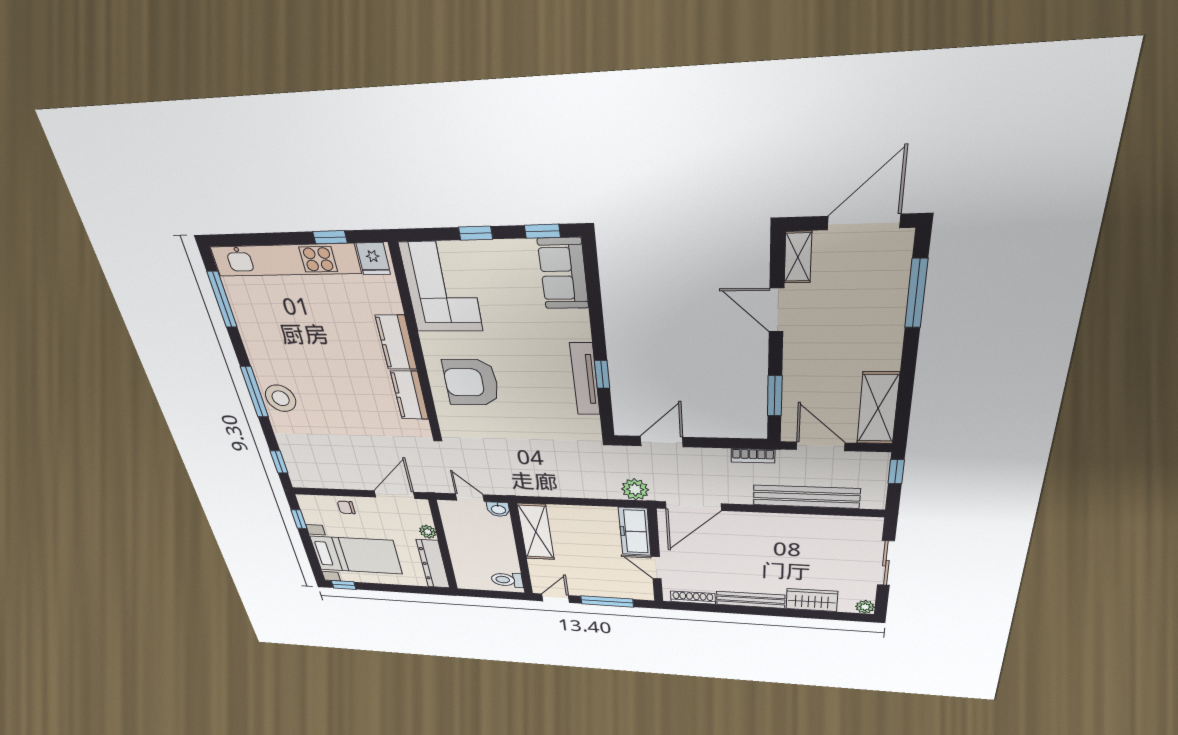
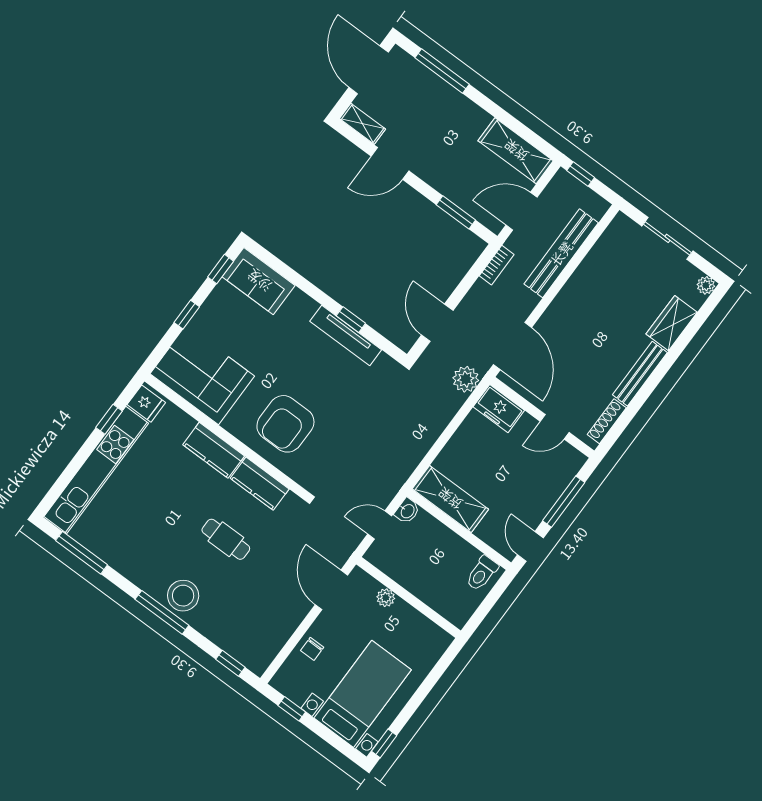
cafe table: (348, 400) -> (226, 539), added
freezer: (635, 531) -> (499, 409), width x0.71
dresser: (433, 564) -> (420, 627), removed

